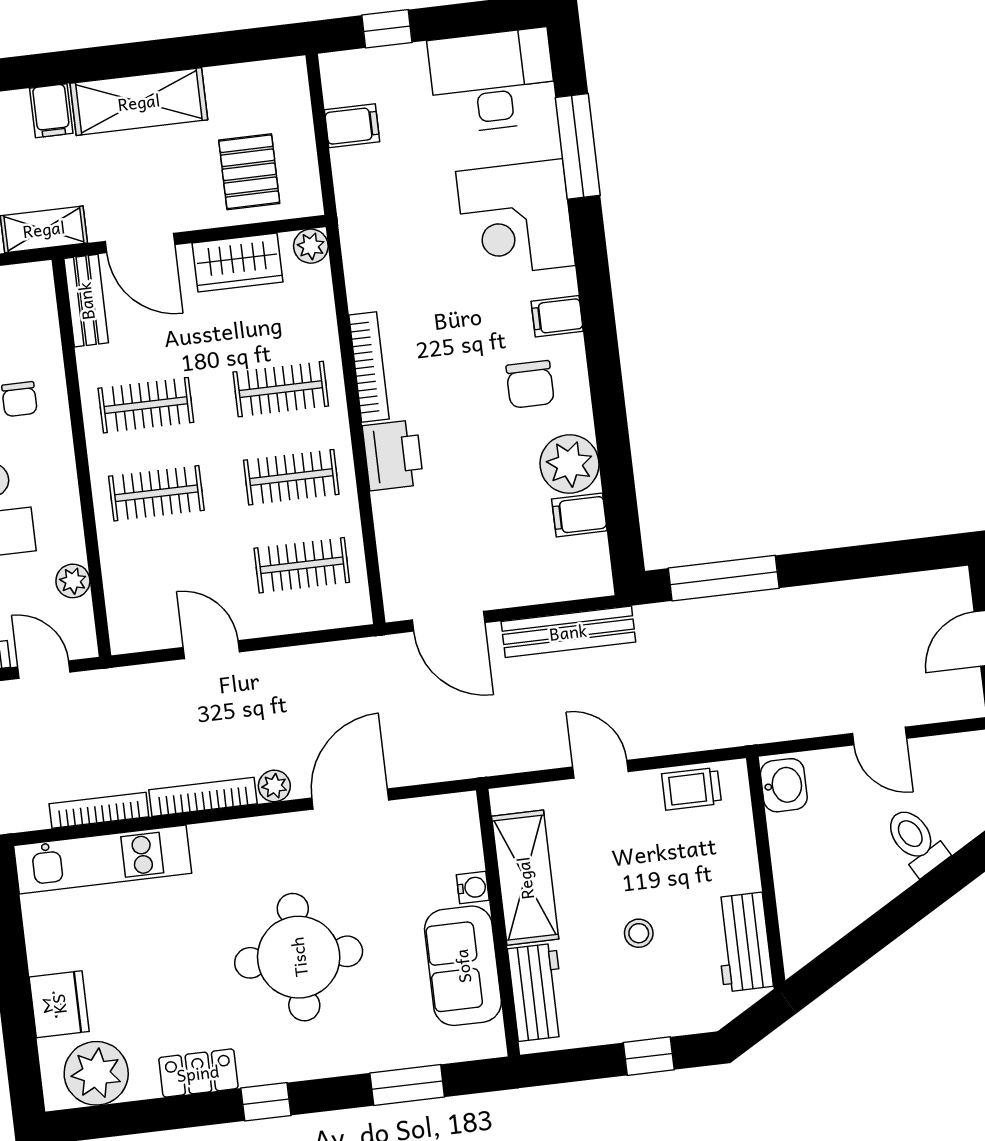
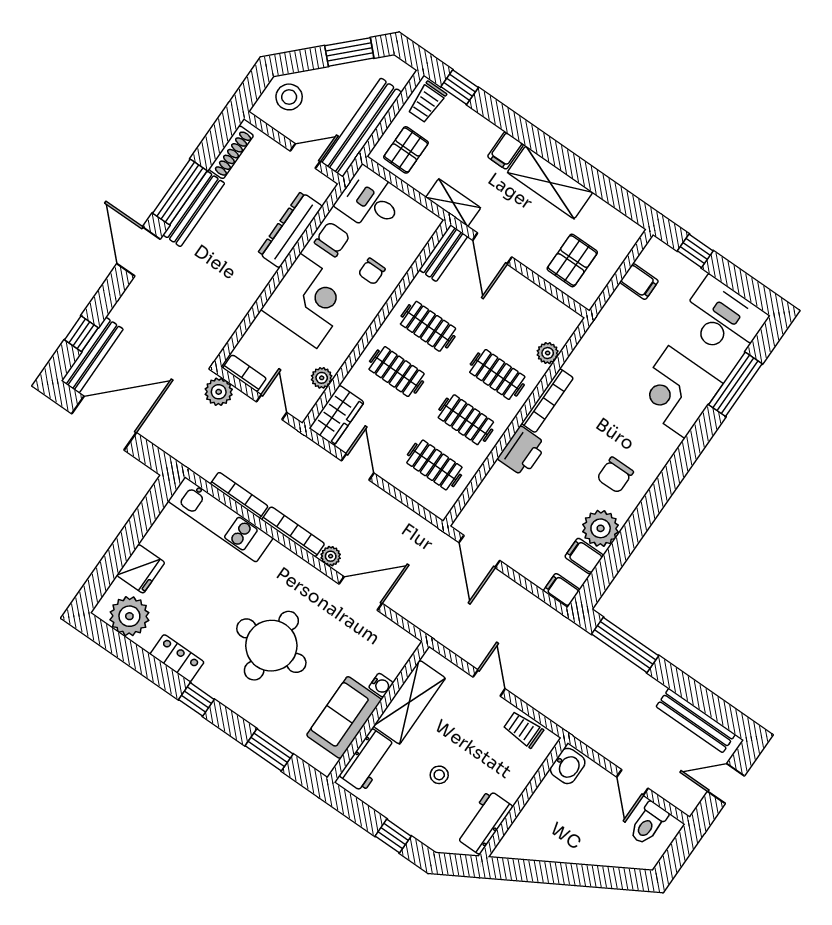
plant: (311, 246) -> (548, 353), moved
wardrobe: (238, 263) -> (337, 415), moved, turned -90
filing cabinet: (557, 316) -> (562, 590), moved
bench: (568, 632) -> (696, 720), moved
toilet: (916, 841) -> (648, 823), moved, turned -150

